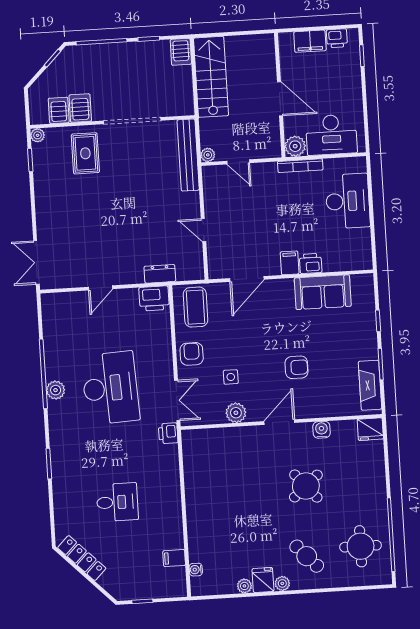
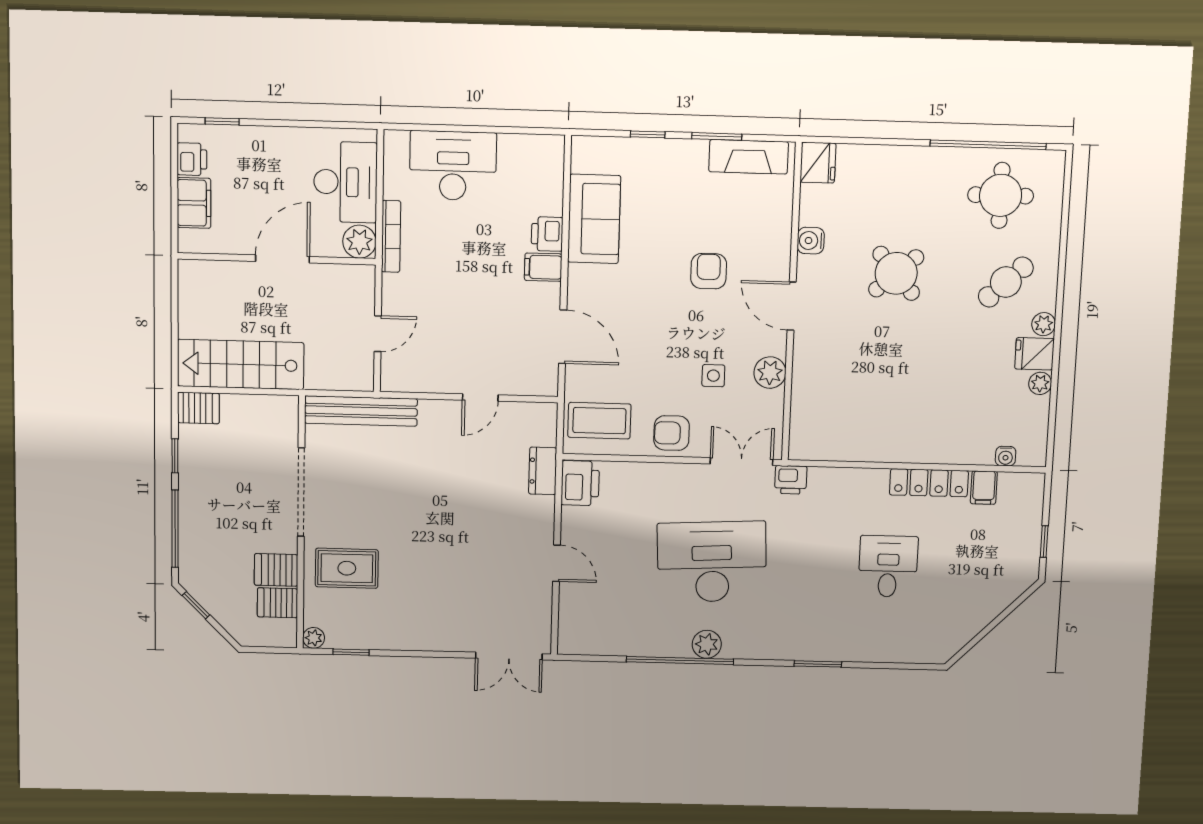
plant: (208, 155) -> (363, 380), removed
locker: (82, 558) -> (929, 483), moved, turned -135

